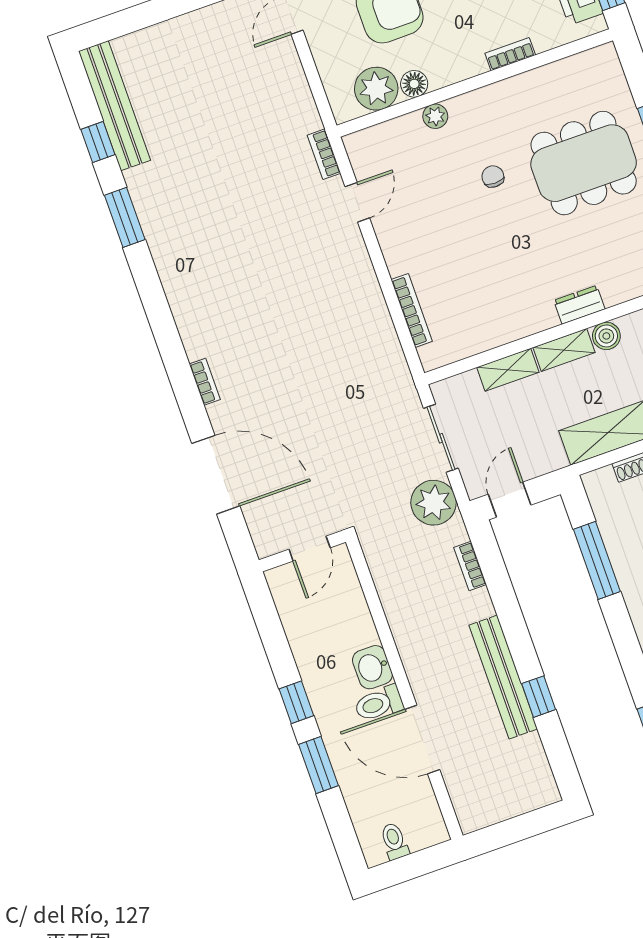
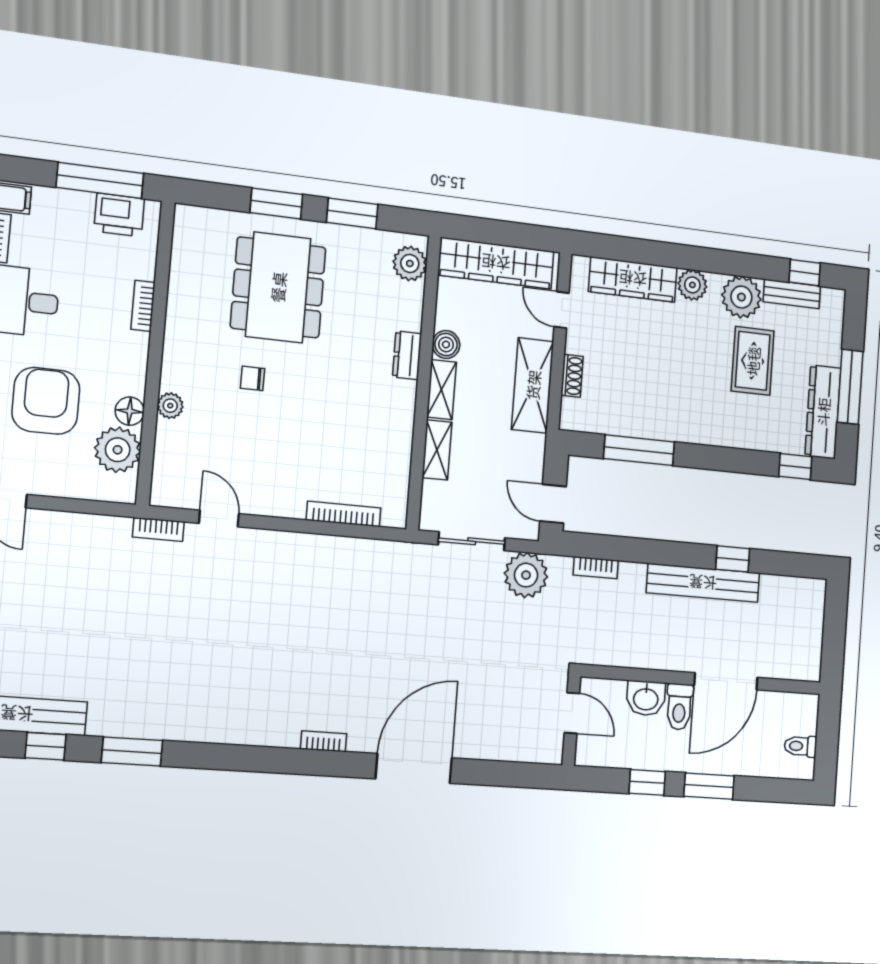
door: (310, 549) -> (572, 713), moved
wall: (302, 551) -> (571, 721), moved

